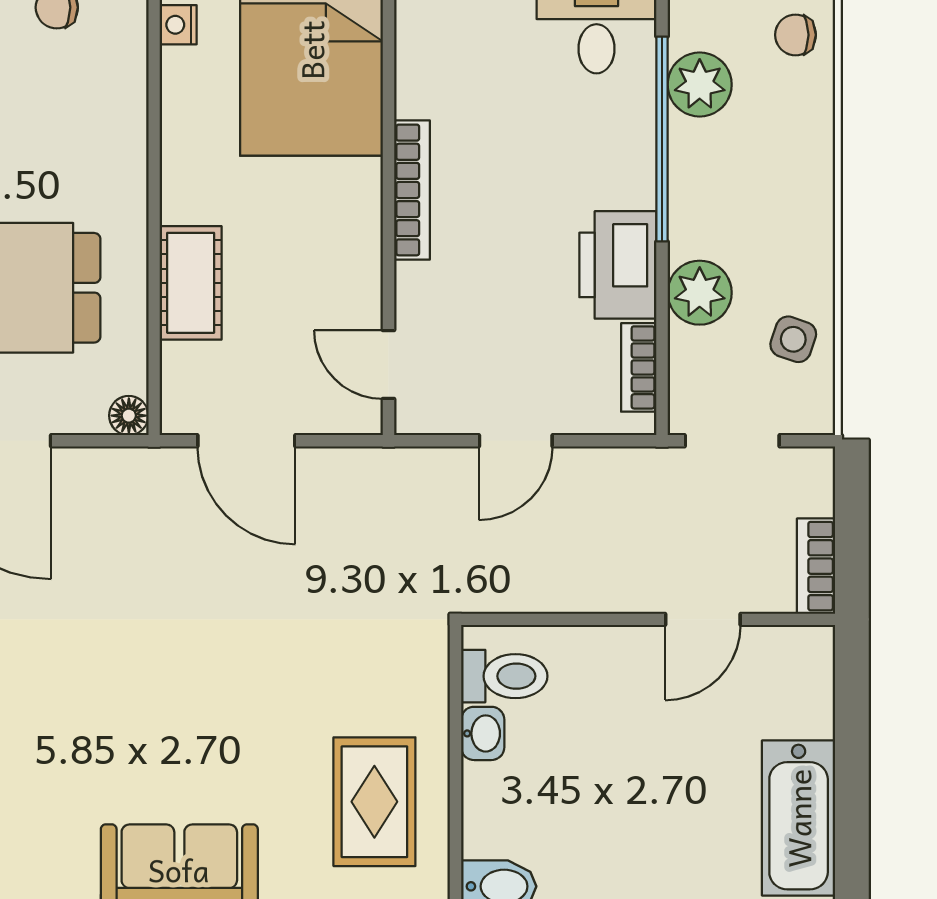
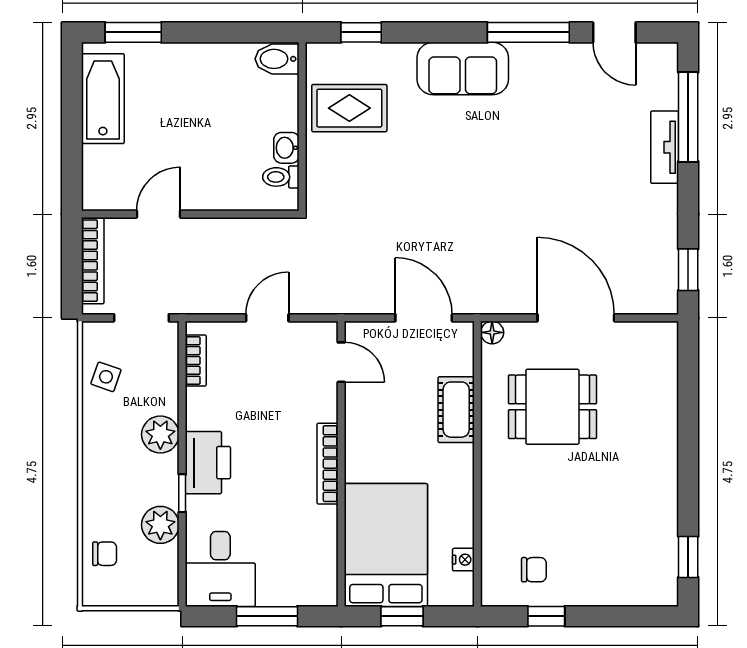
window: (662, 139) -> (182, 493), width x0.32
printer: (618, 265) -> (208, 463), moved
plant: (700, 293) -> (160, 434), moved
bookcase: (816, 566) -> (93, 261), width x1.56
toilet: (504, 676) -> (281, 177), width x0.73, depth x0.72
rug: (374, 802) -> (349, 108), turned 90

